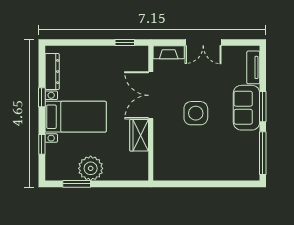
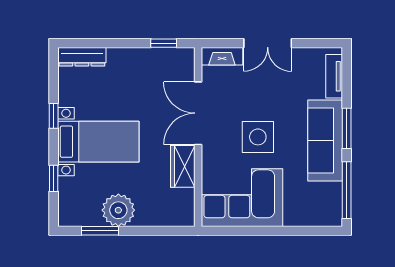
dresser: (52, 72) -> (82, 57), moved, turned 90
sofa: (247, 108) -> (325, 141), width x1.36
corner sofa: (184, 159) -> (242, 198), added

